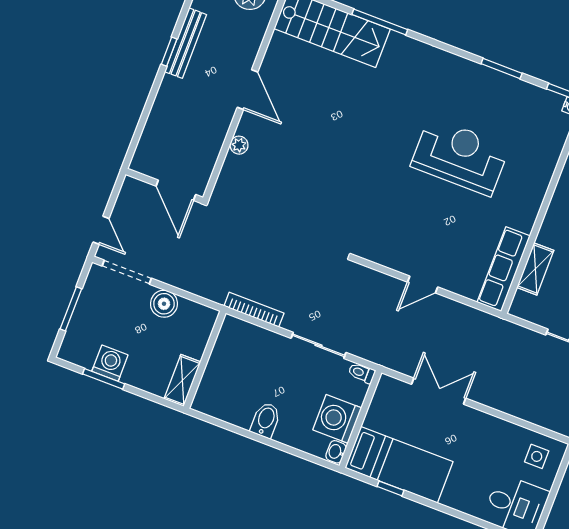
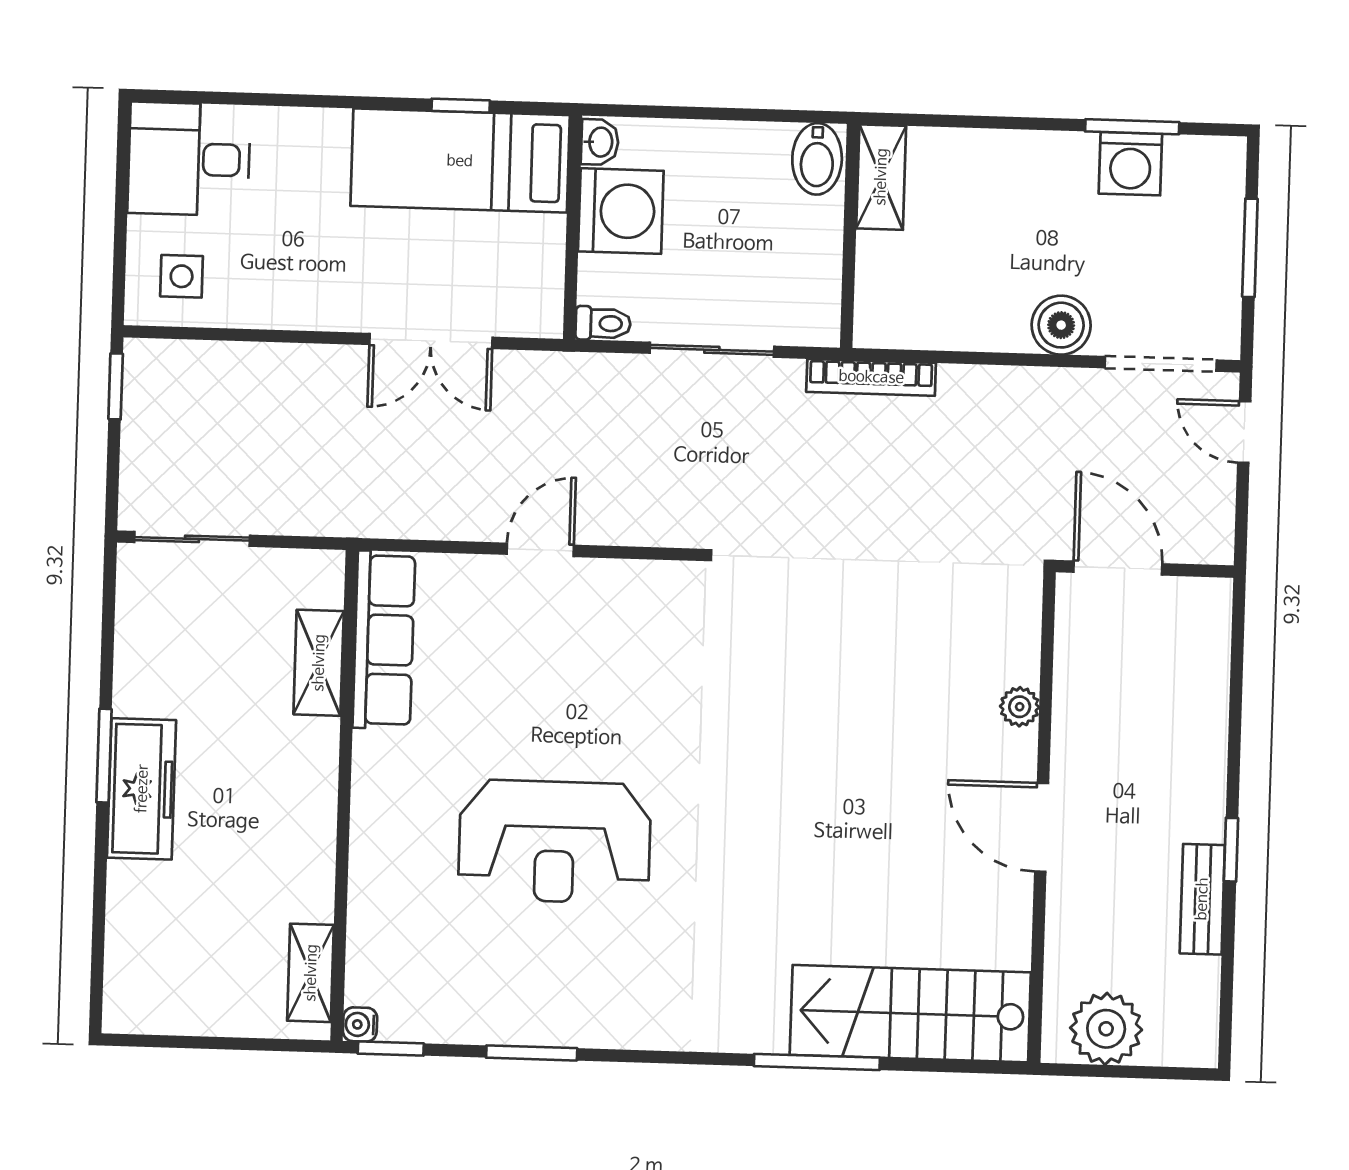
bench: (186, 43) -> (1202, 899), width x0.73
wall: (205, 360) -> (850, 236), moved
shelving: (182, 380) -> (881, 177), moved
bidet: (266, 420) -> (817, 159), moved

